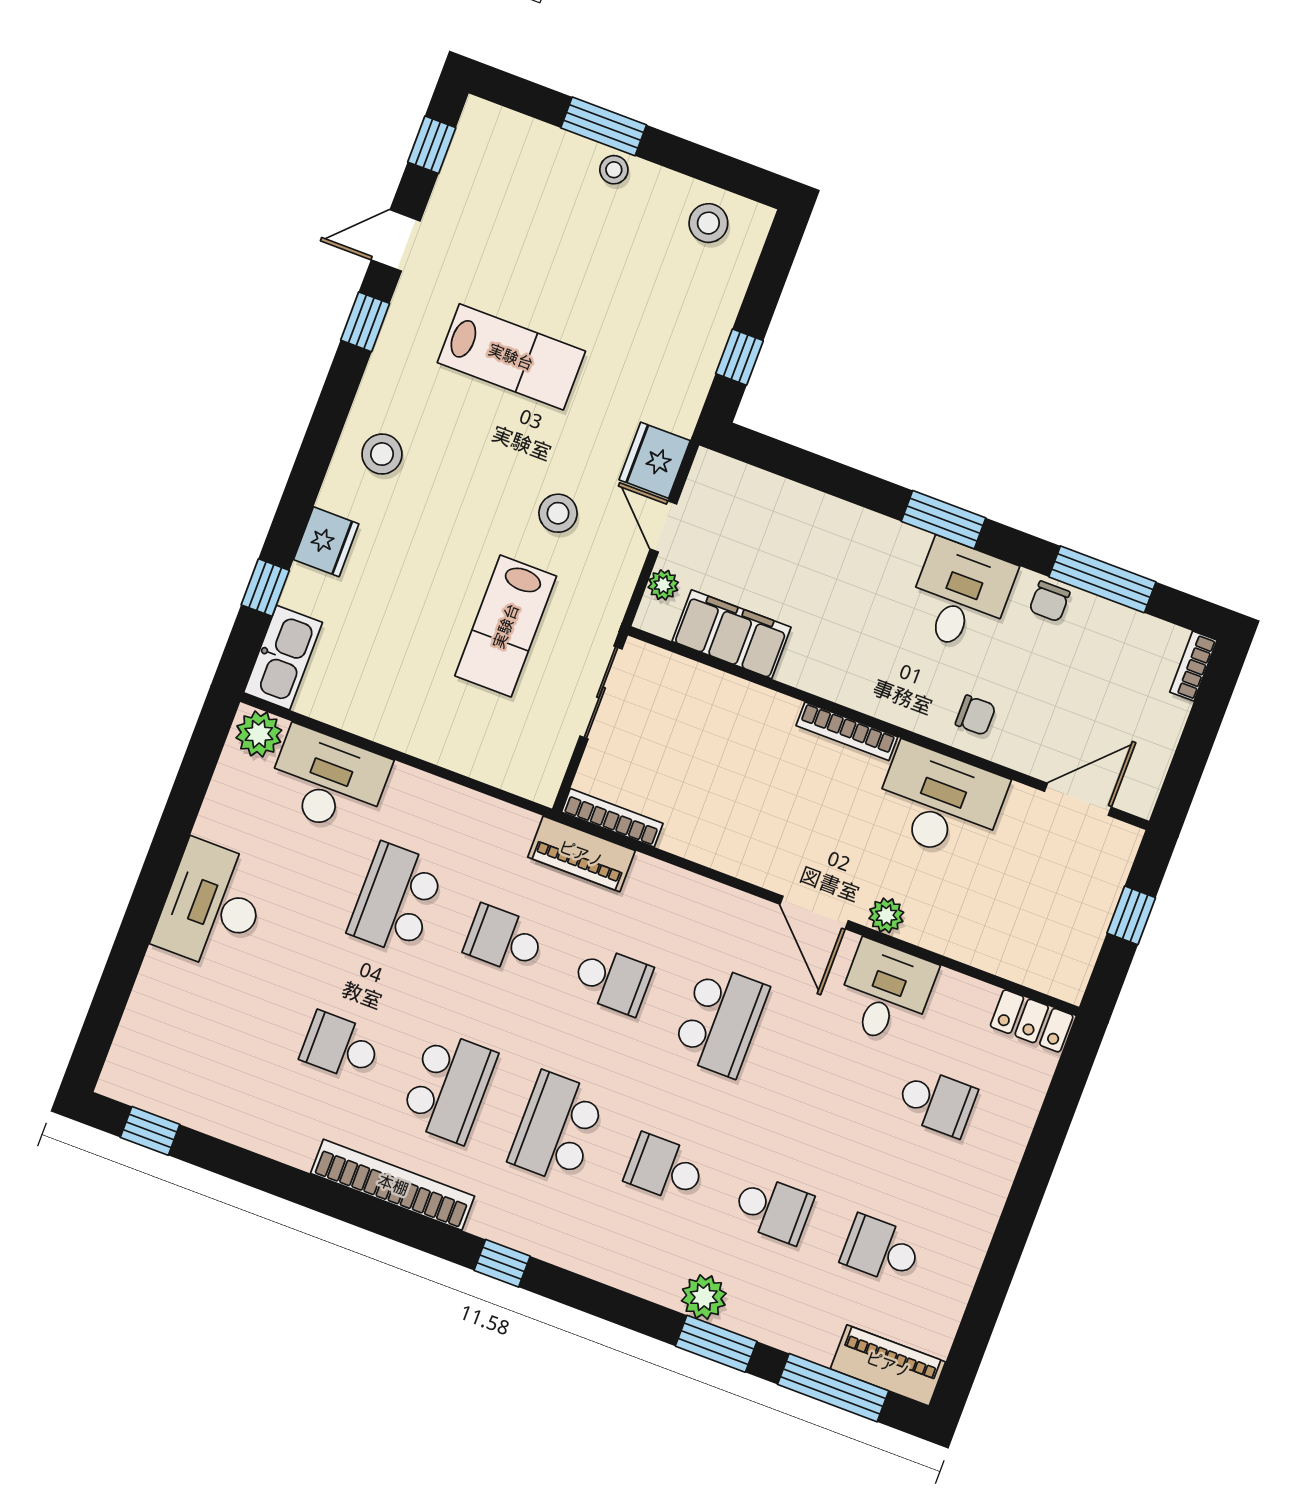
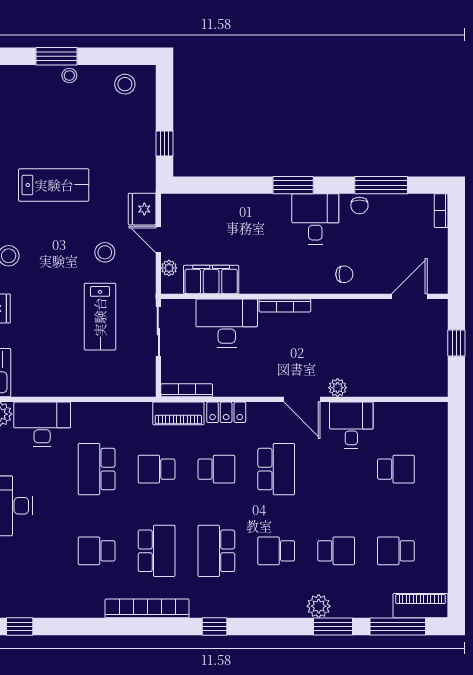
desk: (940, 802) -> (227, 323), moved
locker: (1032, 1021) -> (226, 412), moved

